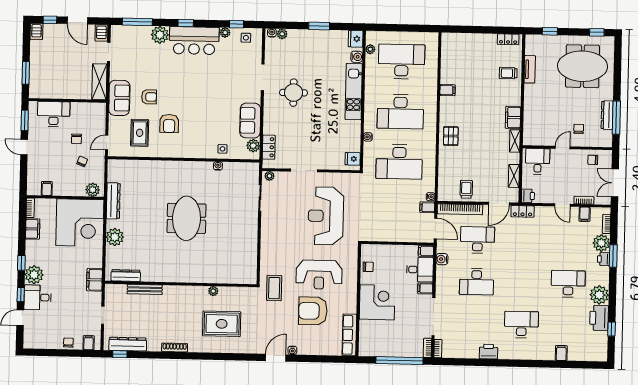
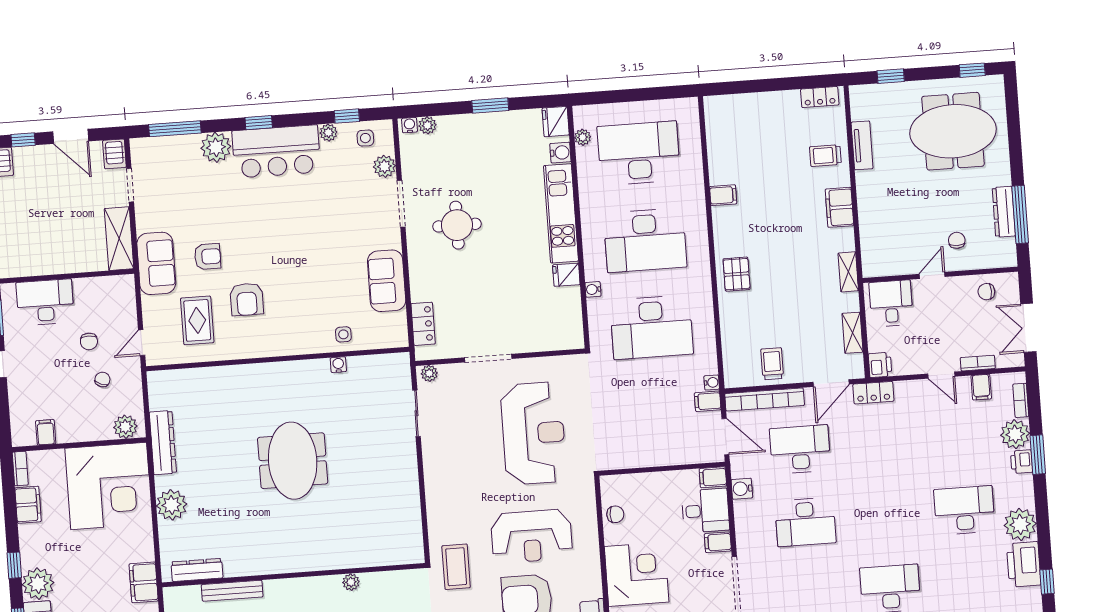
filing cabinet: (513, 117) -> (839, 207), moved
plant: (253, 146) -> (384, 166), moved
fridge: (353, 159) -> (566, 275), moved
reception desk: (326, 216) -> (533, 433), turned 180

